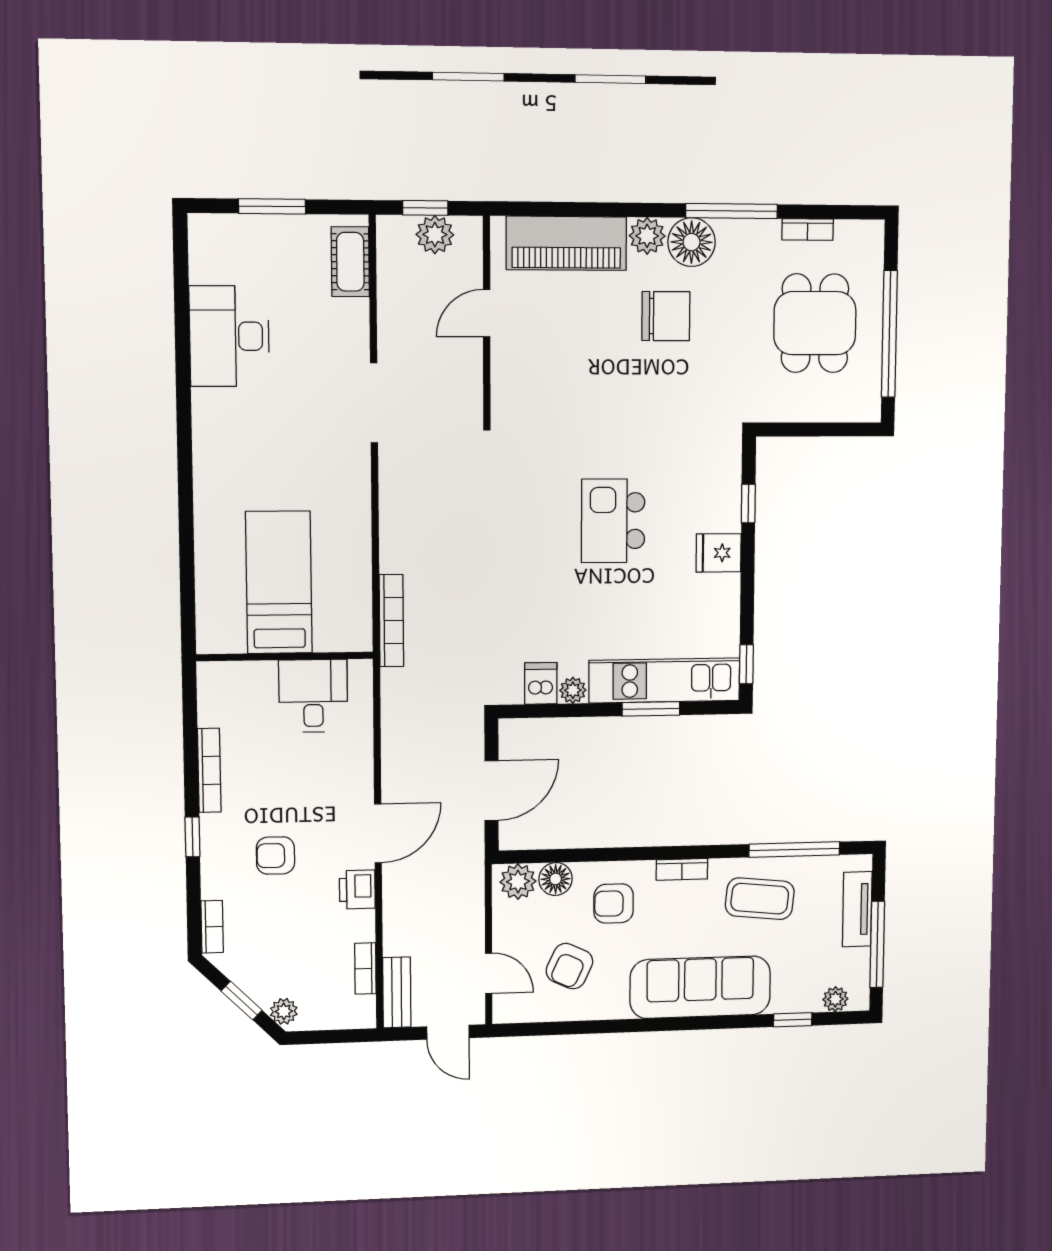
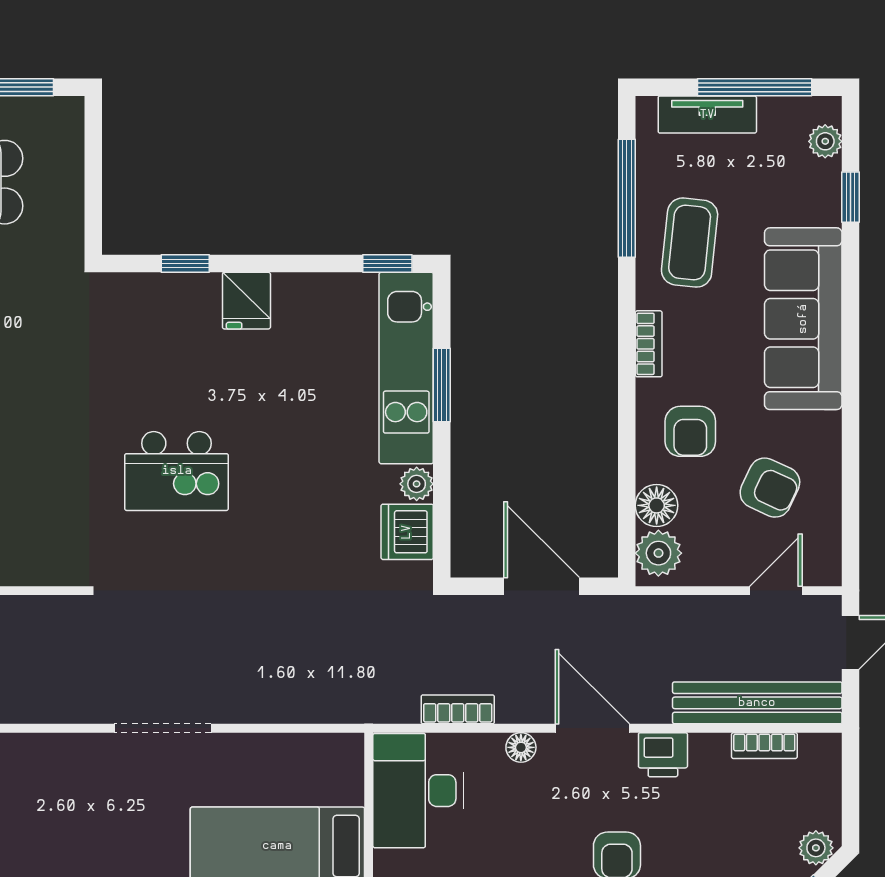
doorway: (374, 403) -> (163, 728), moved
kitchen island: (613, 521) -> (177, 471), moved
bookcase: (391, 621) -> (458, 709), moved, width x0.64
dishwasher: (541, 683) -> (407, 532), width x1.38
desk: (313, 696) -> (418, 791), width x1.37
floor lamp: (362, 777) -> (521, 747), added
bench: (397, 992) -> (757, 703), width x1.86, depth x1.21

